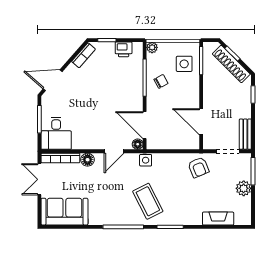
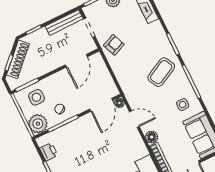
plant: (152, 47) -> (38, 124), width x1.88, depth x1.88
bench: (245, 134) -> (64, 23), width x1.36
side table: (146, 160) -> (183, 105), moved

